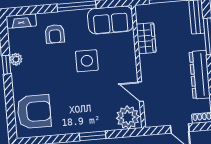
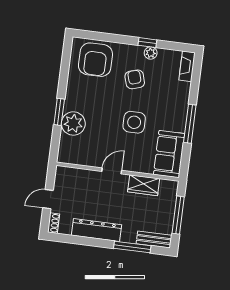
armchair: (55, 34) -> (135, 79), moved, turned 73
door: (141, 92) -> (112, 171), moved
plant: (128, 117) -> (73, 124), moved

